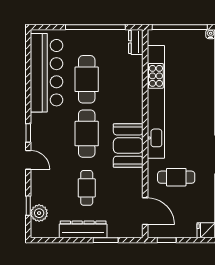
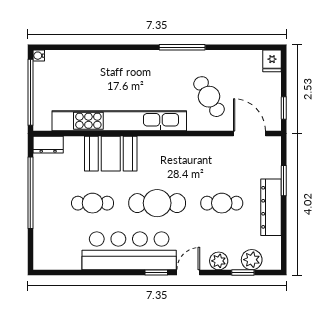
bar counter: (47, 73) -> (129, 251), moved
cafe table: (87, 79) -> (93, 203), width x0.73, depth x0.74
booth: (128, 146) -> (111, 154), moved
cafe table: (176, 177) -> (209, 97), turned -31
plant: (38, 185) -> (219, 261), added
door: (145, 211) -> (249, 134), hinge flipped

